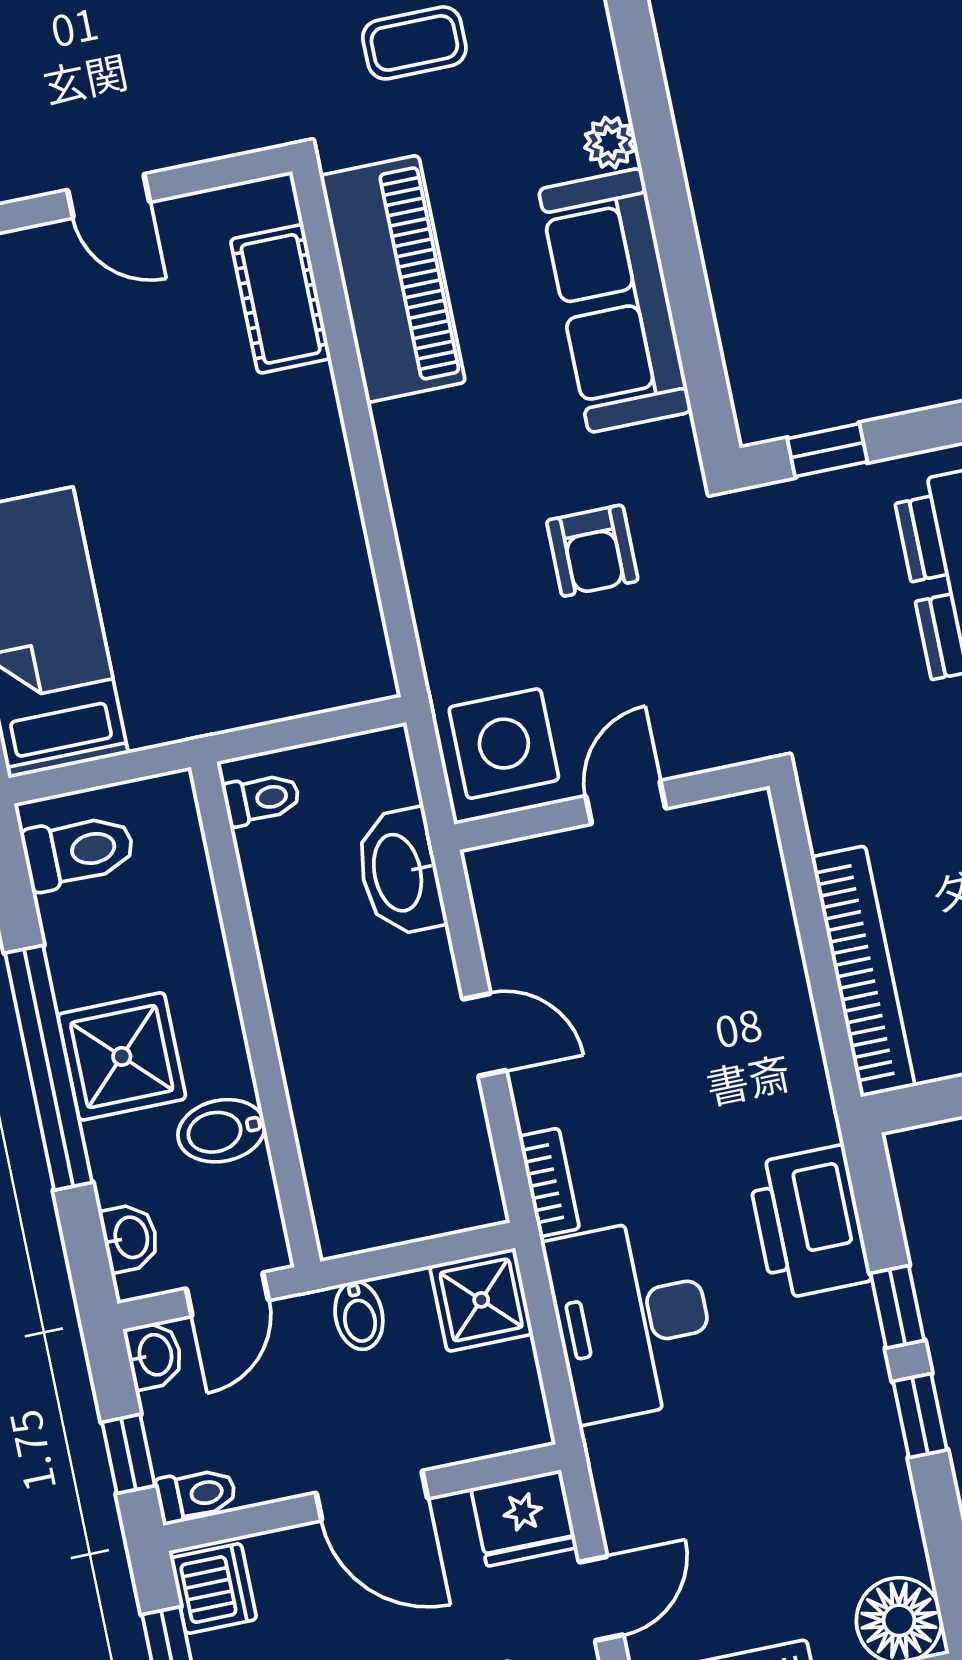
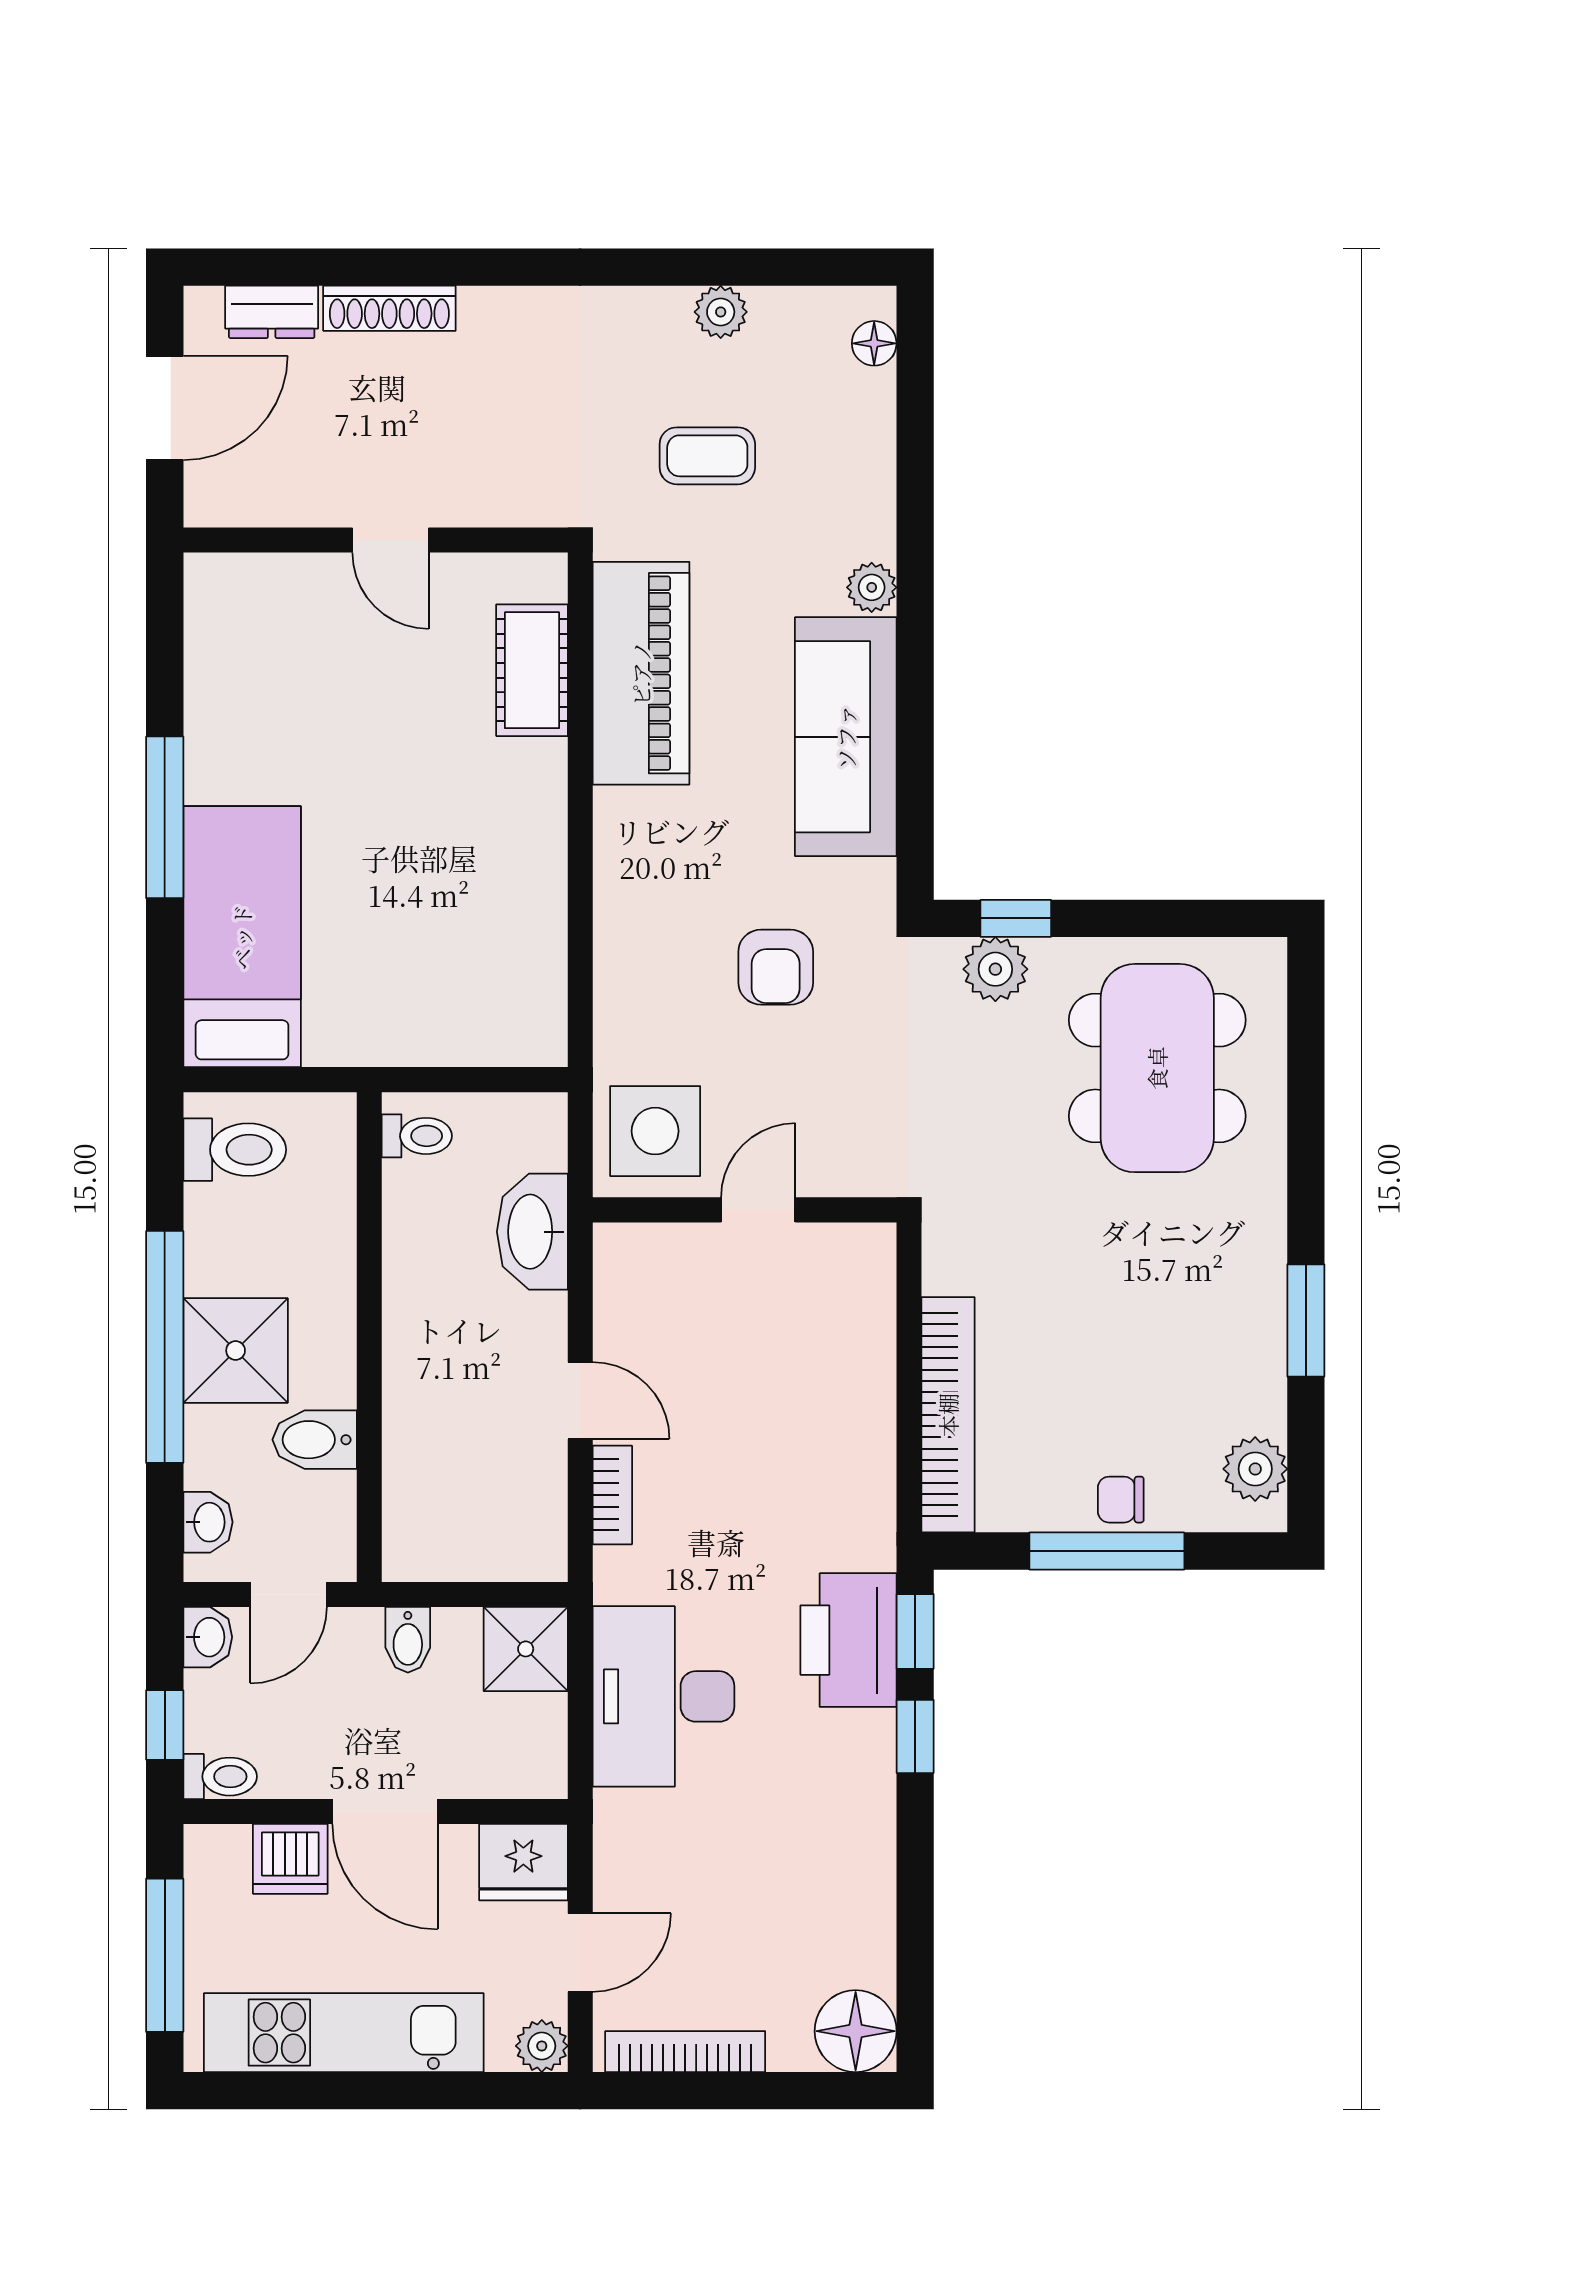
plant: (817, 506) -> (995, 969), added
bookcase: (549, 1182) -> (612, 1495), moved
window: (920, 1416) -> (915, 1631), moved
dishwasher: (213, 1589) -> (290, 1859), moved, turned 90

